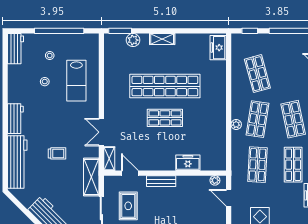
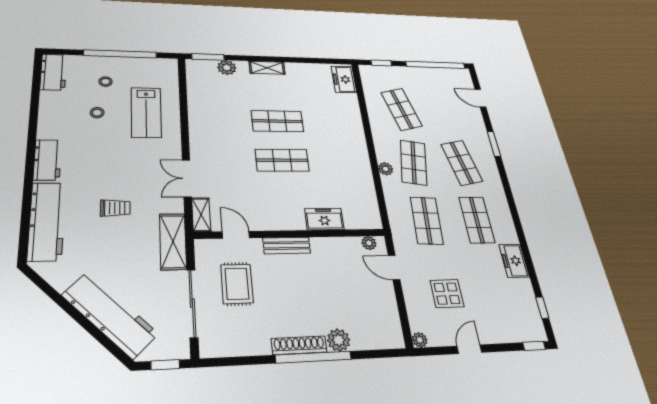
shop shelf: (165, 86) -> (277, 121), width x0.50, depth x0.74

